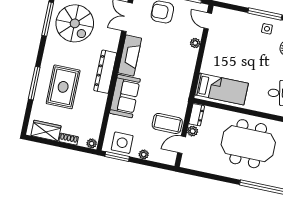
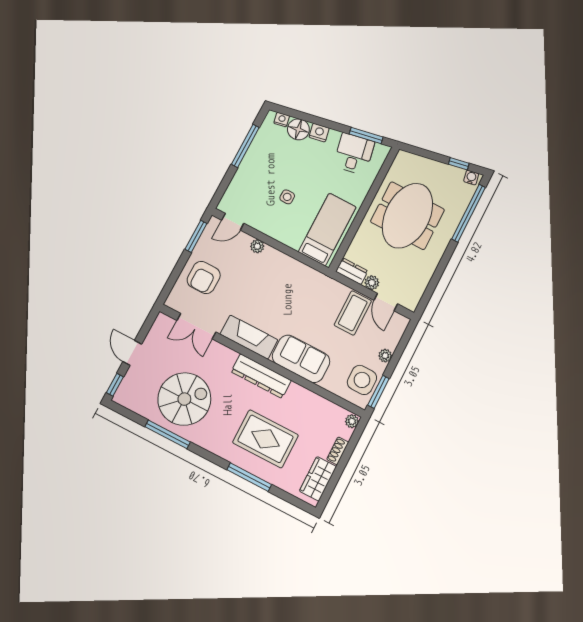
side table: (267, 29) -> (287, 197), moved

